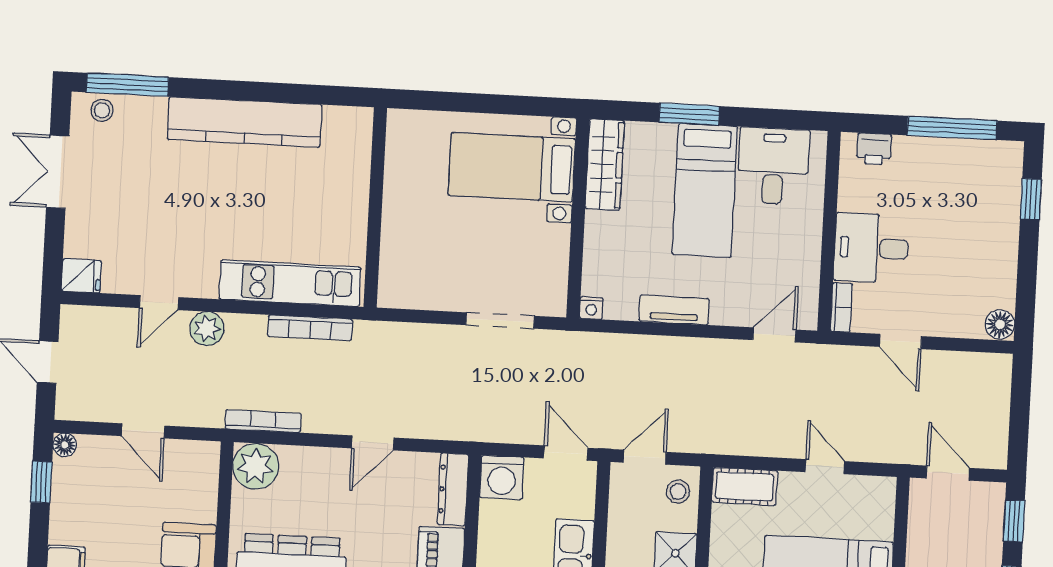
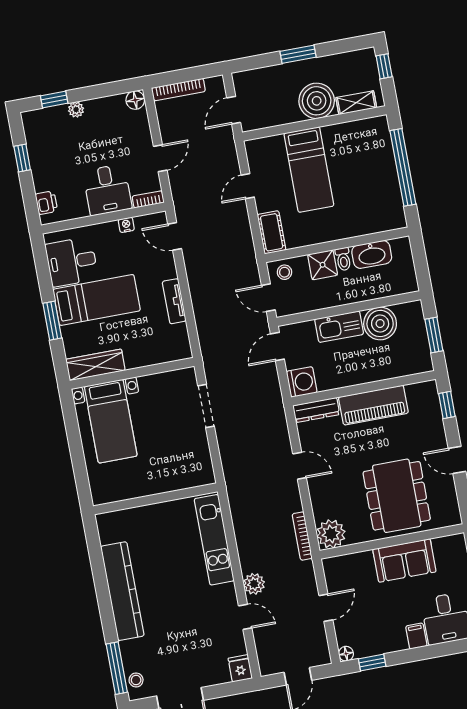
window: (952, 128) -> (22, 158), width x0.46
plant: (1007, 229) -> (76, 110), added
nightstand: (591, 308) -> (126, 225), moved, turned -90
bookcase: (310, 328) -> (178, 90), moved, turned 90
window: (1014, 521) -> (253, 63), removed

